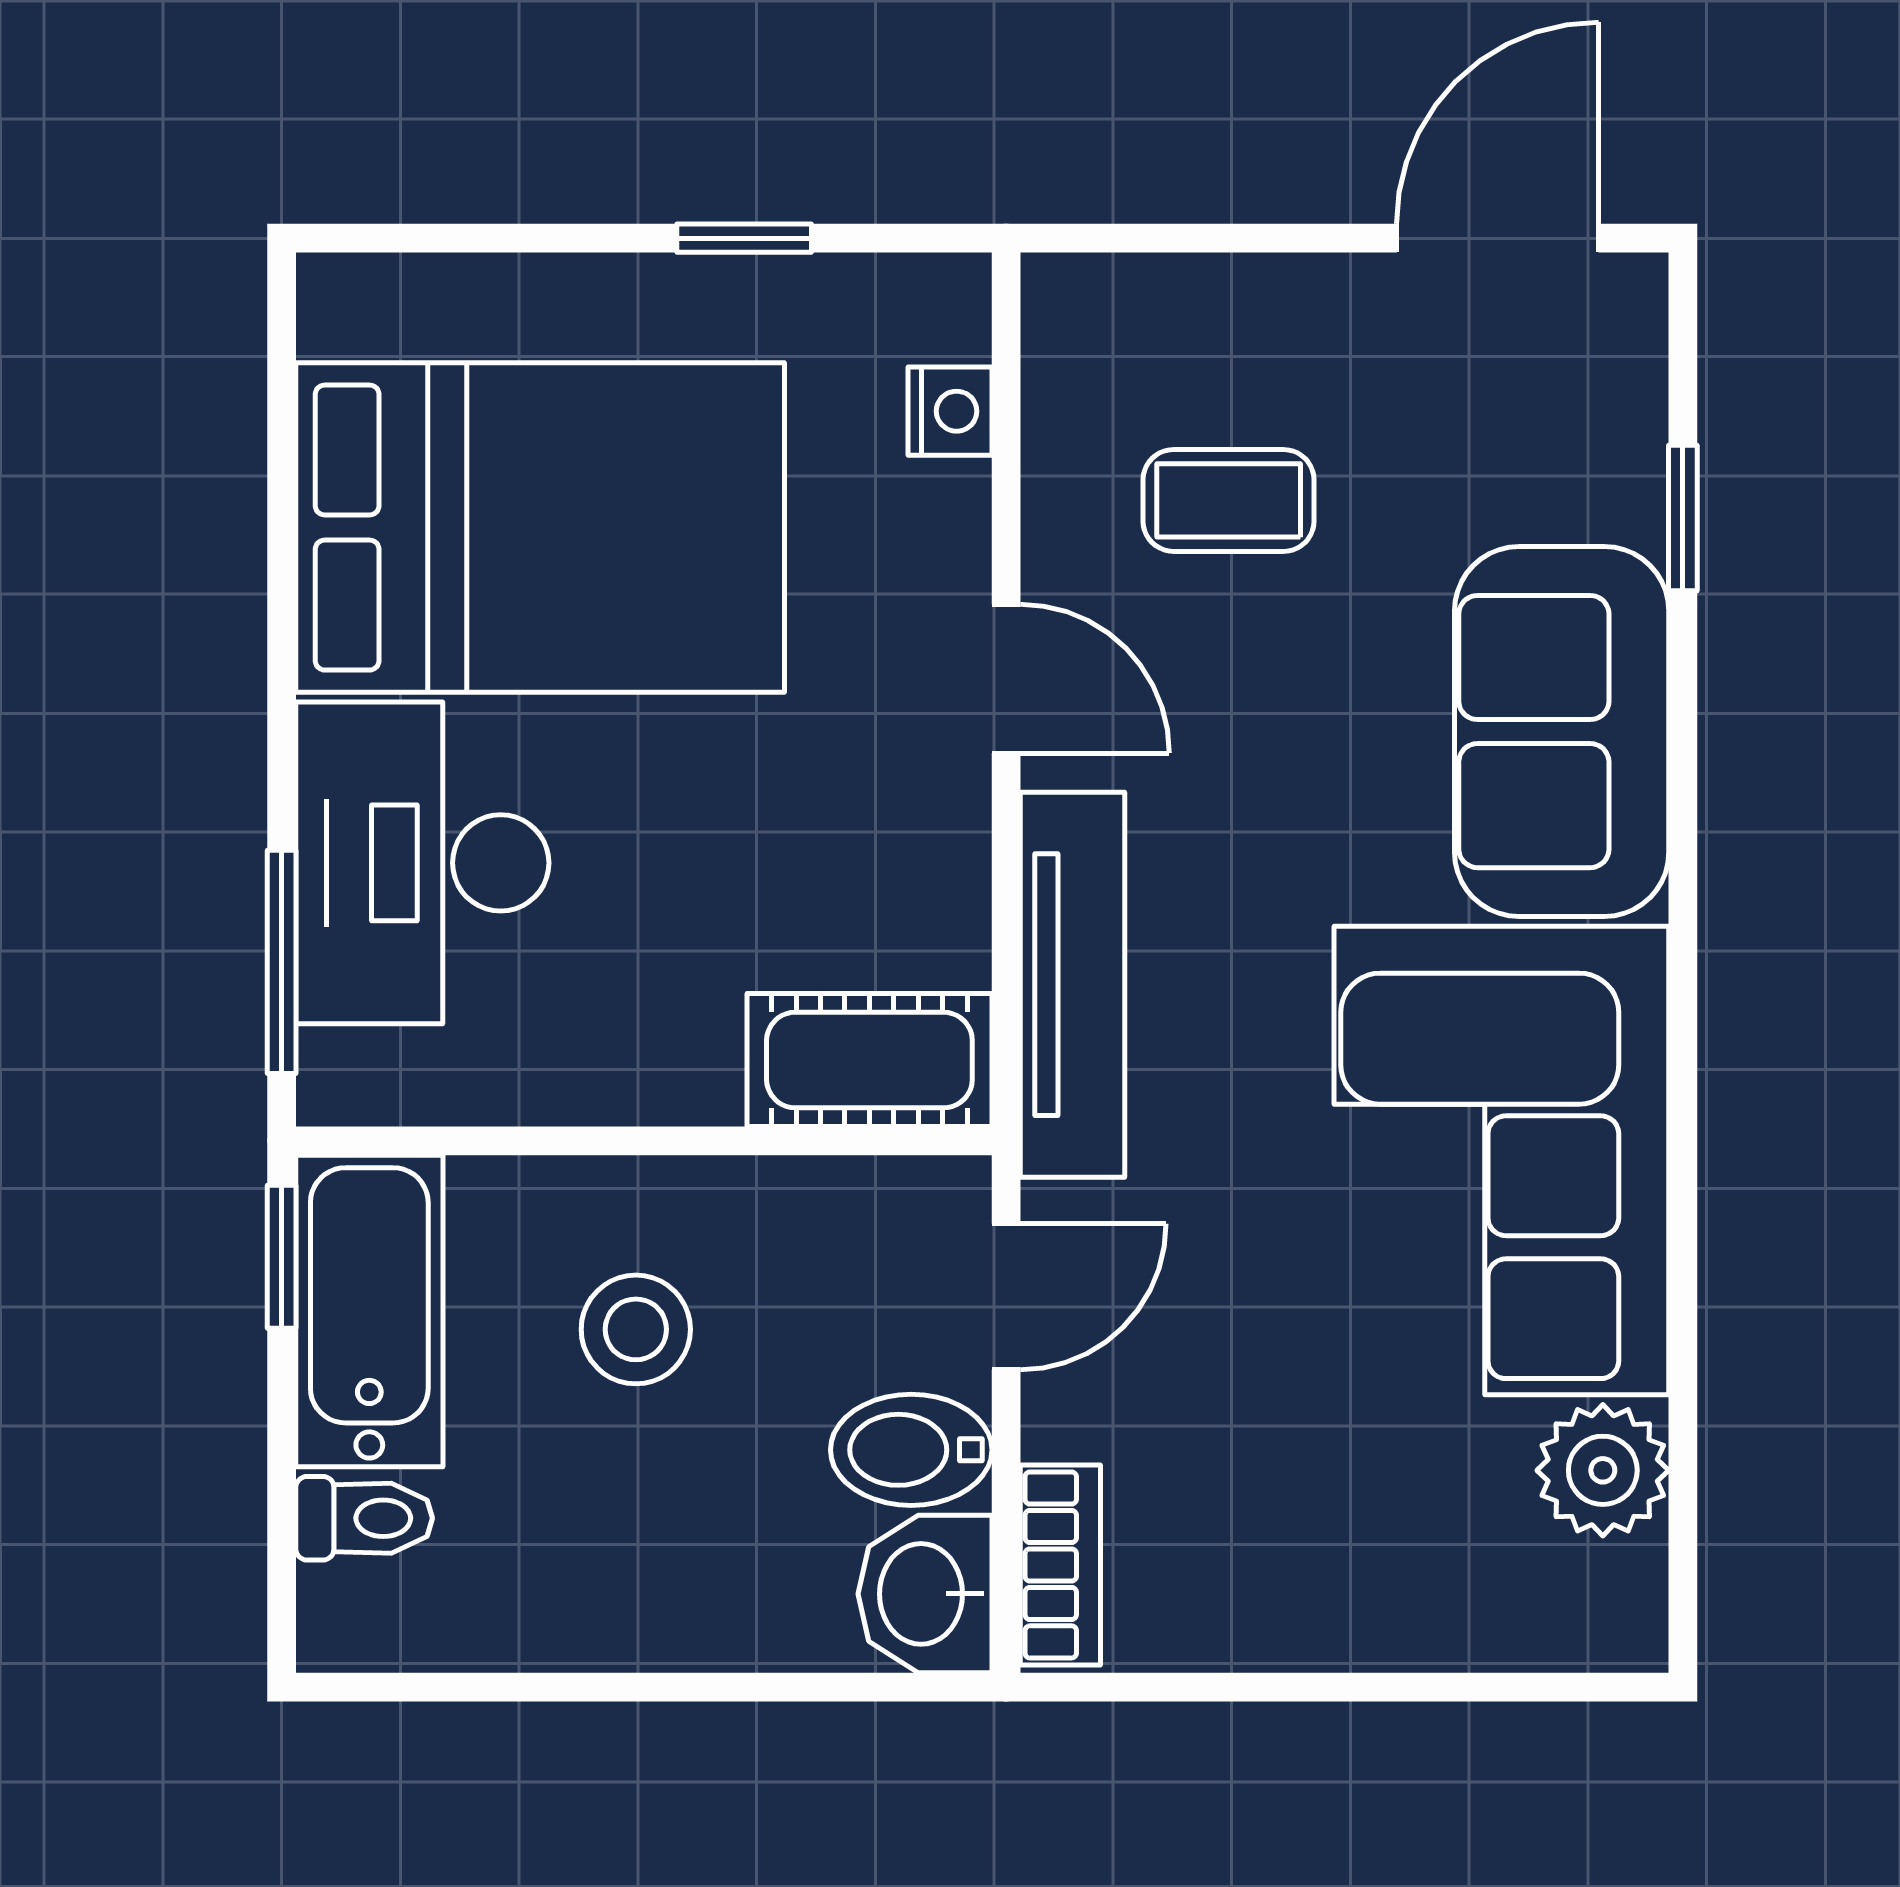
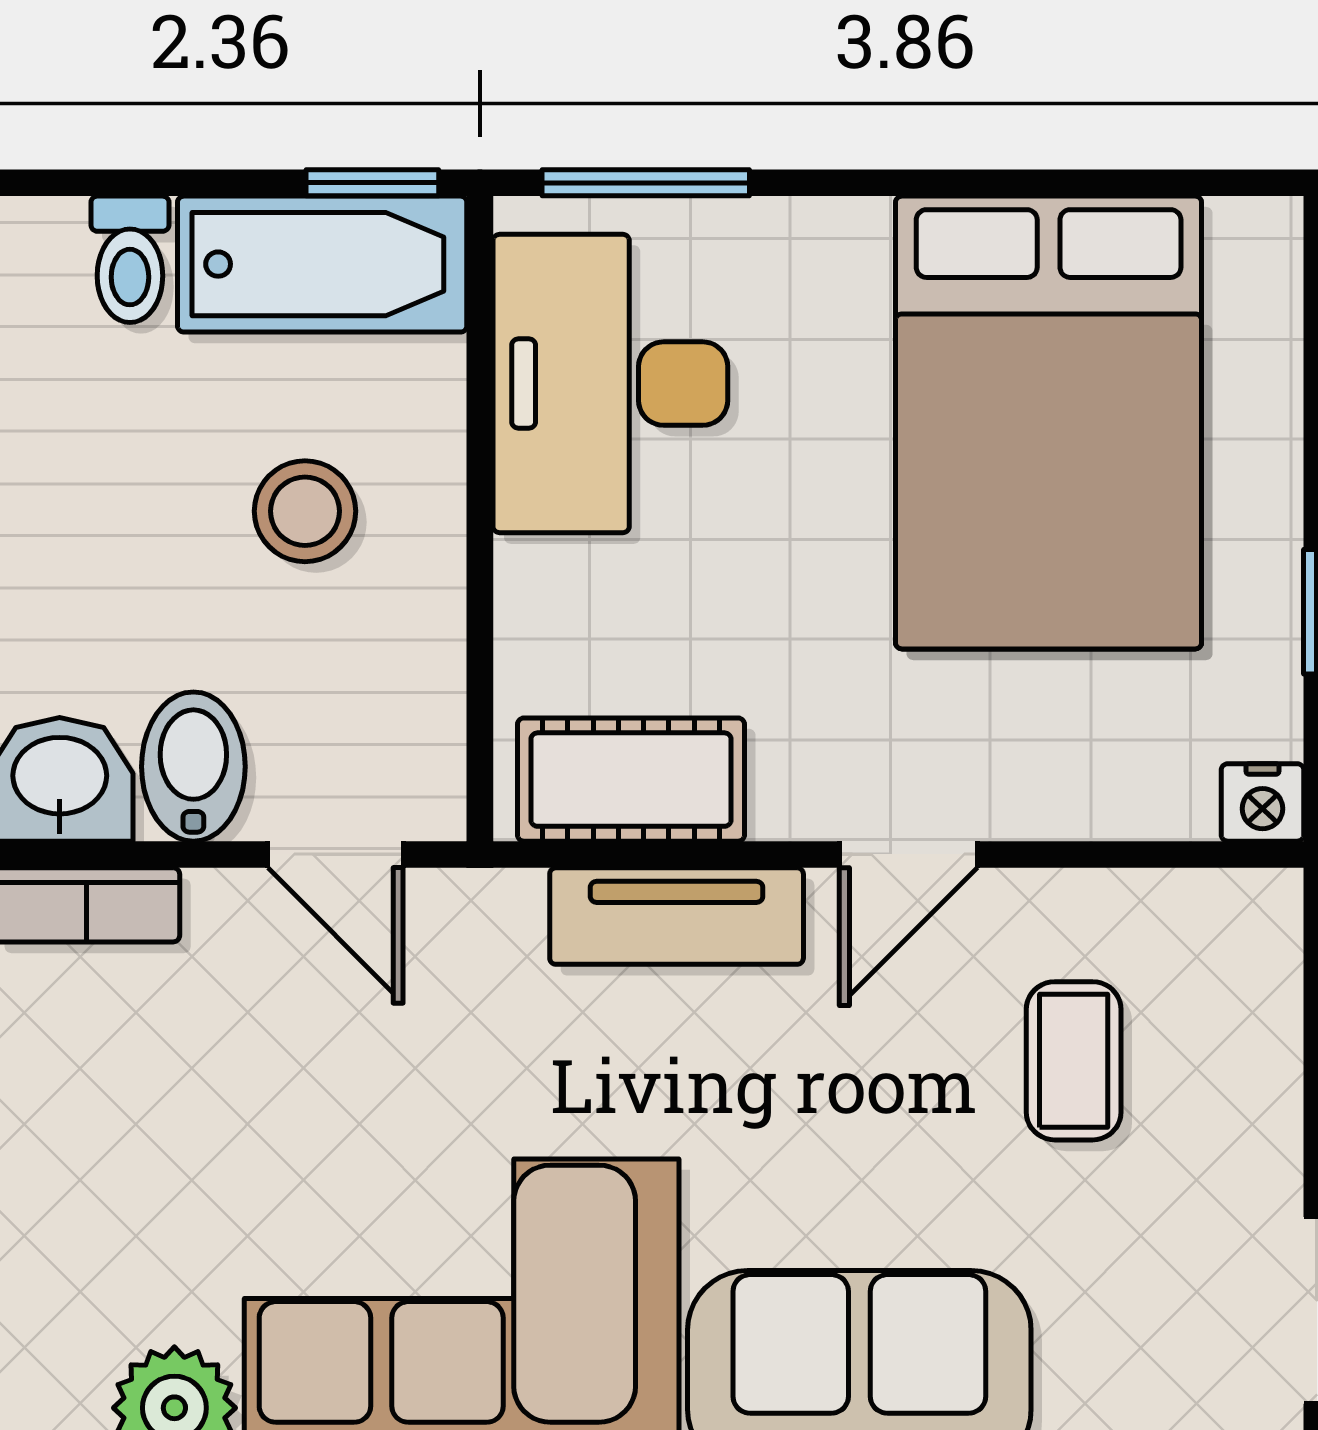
nightstand: (950, 411) -> (1262, 802), moved
desk: (422, 863) -> (610, 384), moved, turned -90
tv unit: (1072, 985) -> (677, 916), width x0.71
cot: (869, 1060) -> (631, 780), moved, turned 90

